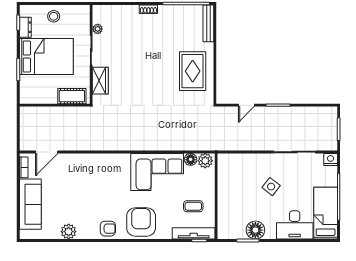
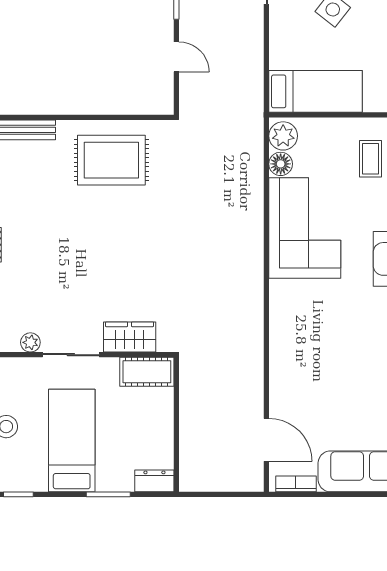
dresser: (25, 27) -> (154, 481), moved
bed: (46, 56) -> (72, 441), width x0.67
cot: (72, 96) -> (147, 372), moved, turned 90
bed: (228, 178) -> (315, 91), added

